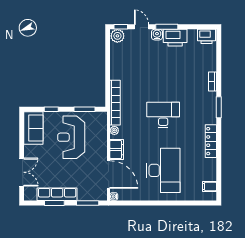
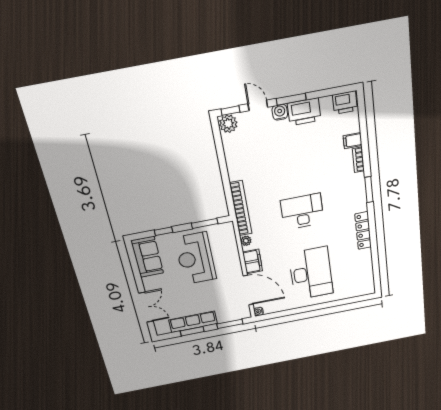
filing cabinet: (210, 186) -> (353, 141), moved

